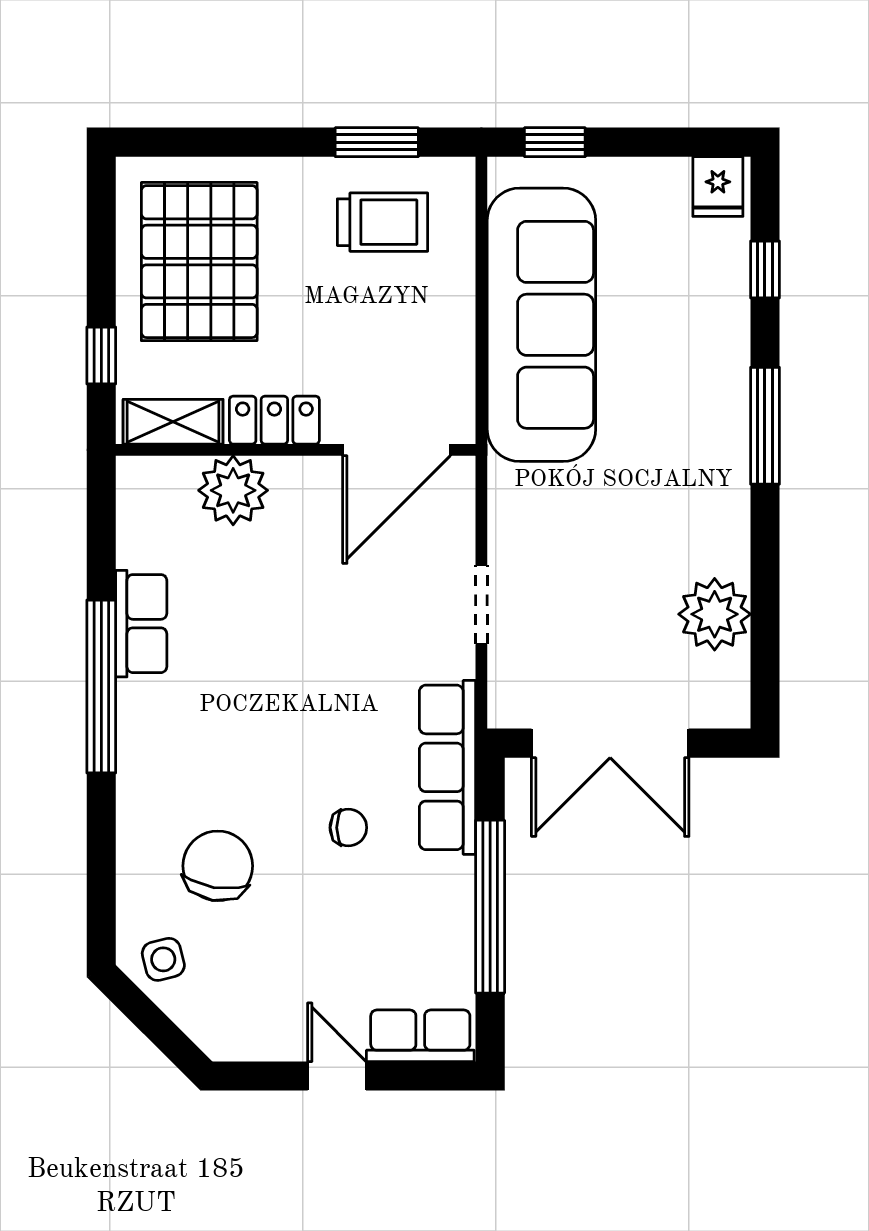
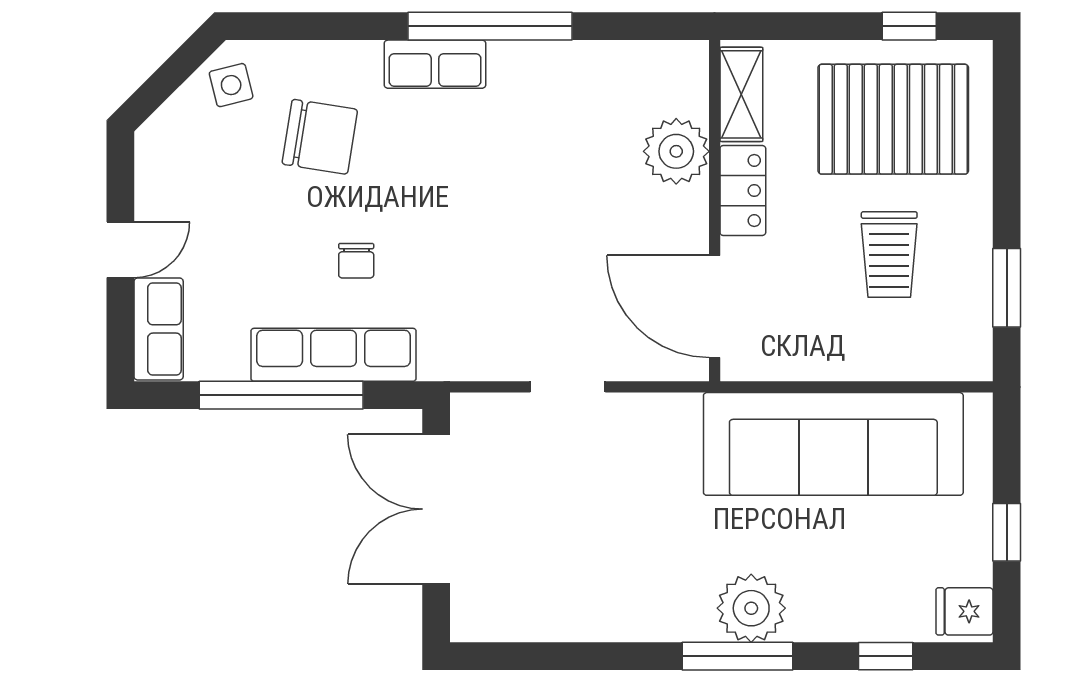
window: (555, 142) -> (1007, 532), moved
trolley: (382, 222) -> (889, 254), moved
window: (101, 355) -> (909, 26), moved
plant: (715, 614) -> (751, 608), moved
row of seats: (141, 624) -> (435, 64), moved
row of seats: (447, 767) -> (334, 355), moved

